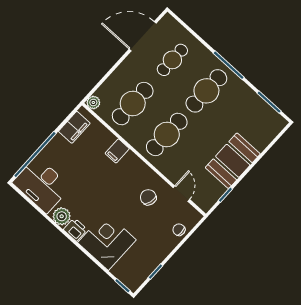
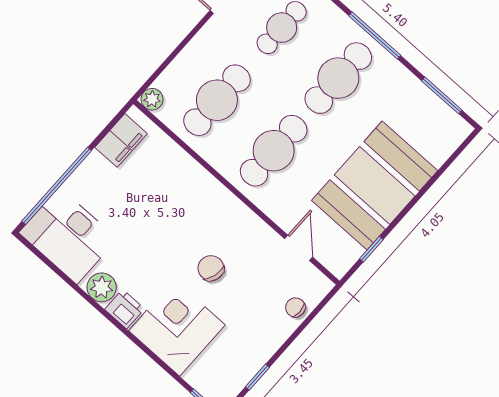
filing cabinet: (117, 151) -> (192, 179), removed
booth: (233, 161) -> (375, 185), width x1.36, depth x1.42
chair: (148, 197) -> (211, 268), moved

